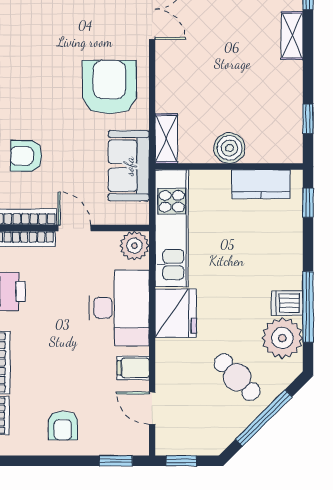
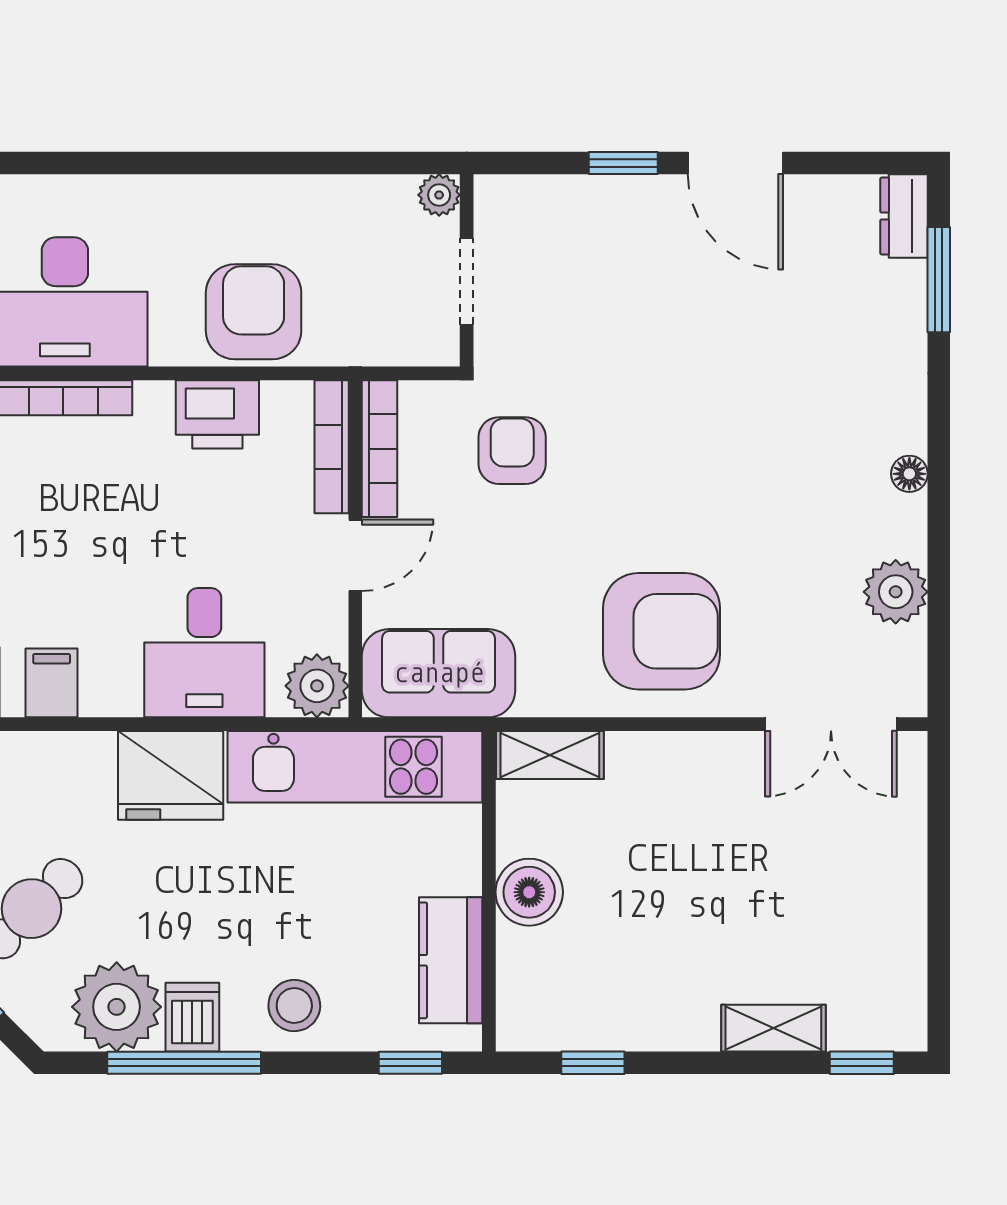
sofa: (129, 166) -> (439, 673), moved
stool: (282, 256) -> (294, 1006), added
desk: (119, 308) -> (204, 653), width x0.73

